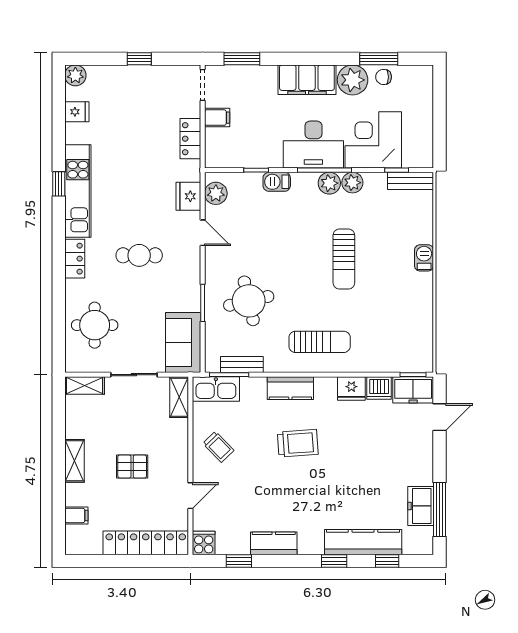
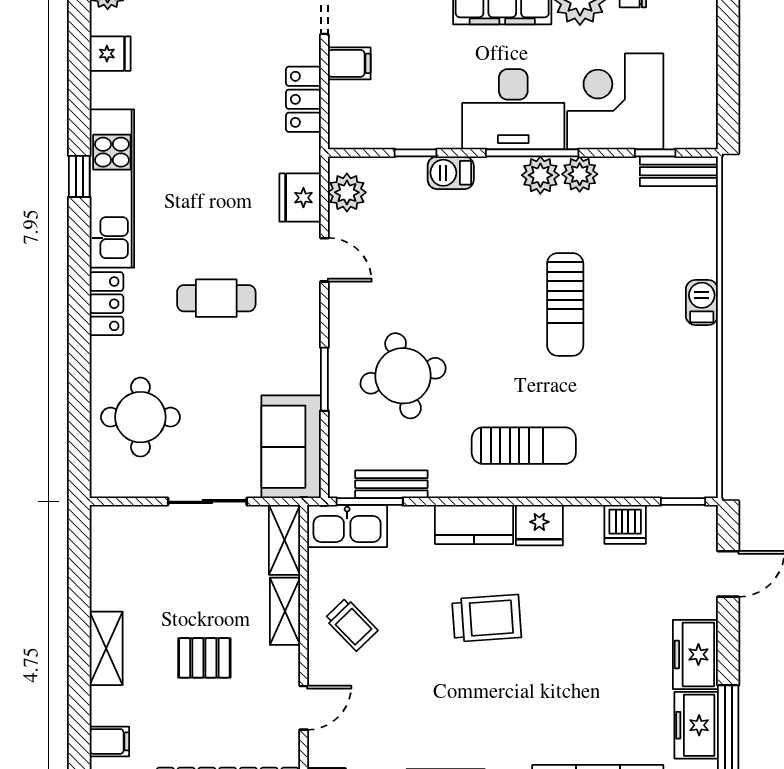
shelving: (85, 386) -> (285, 611), moved, turned 90
fridge: (351, 389) -> (539, 525), moved
freezer: (413, 390) -> (695, 654), moved, turned 90

